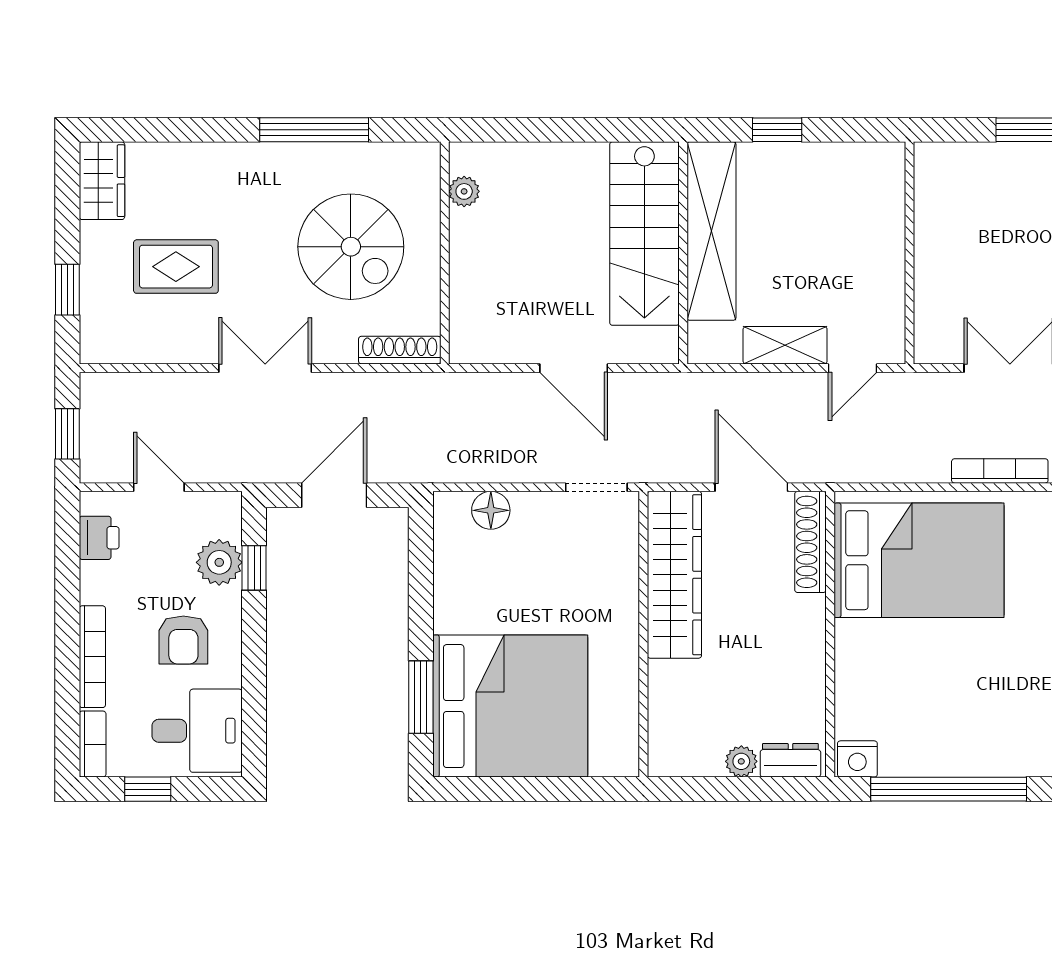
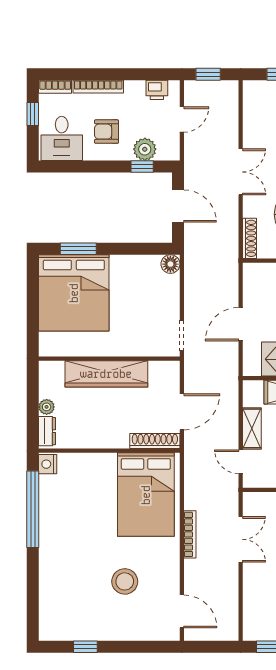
floor lamp: (491, 510) -> (170, 264), moved
wardrobe: (674, 575) -> (106, 374), moved

